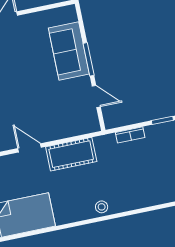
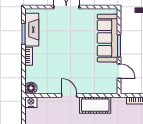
sofa: (69, 51) -> (107, 38), width x1.36

